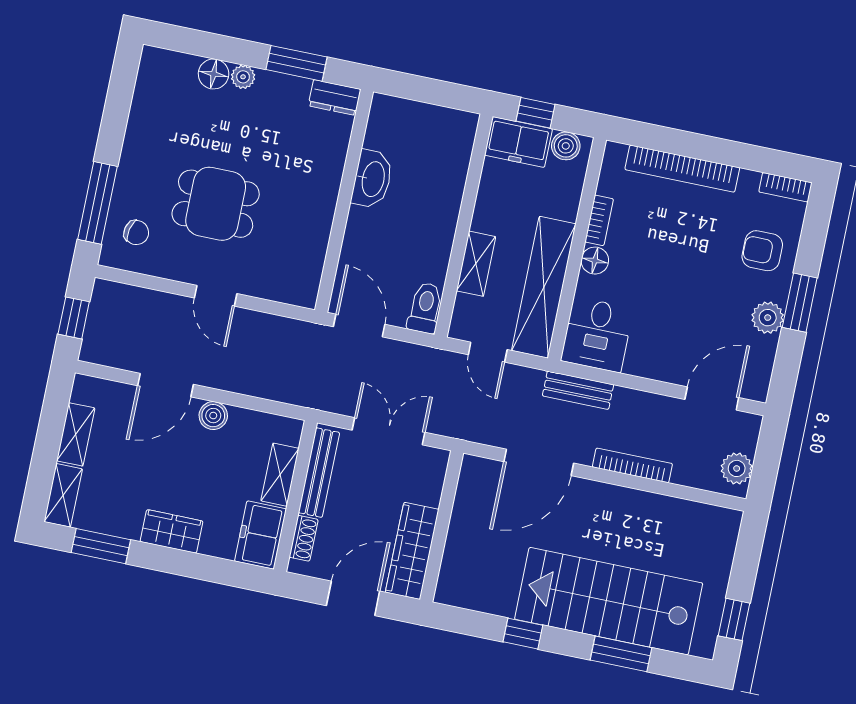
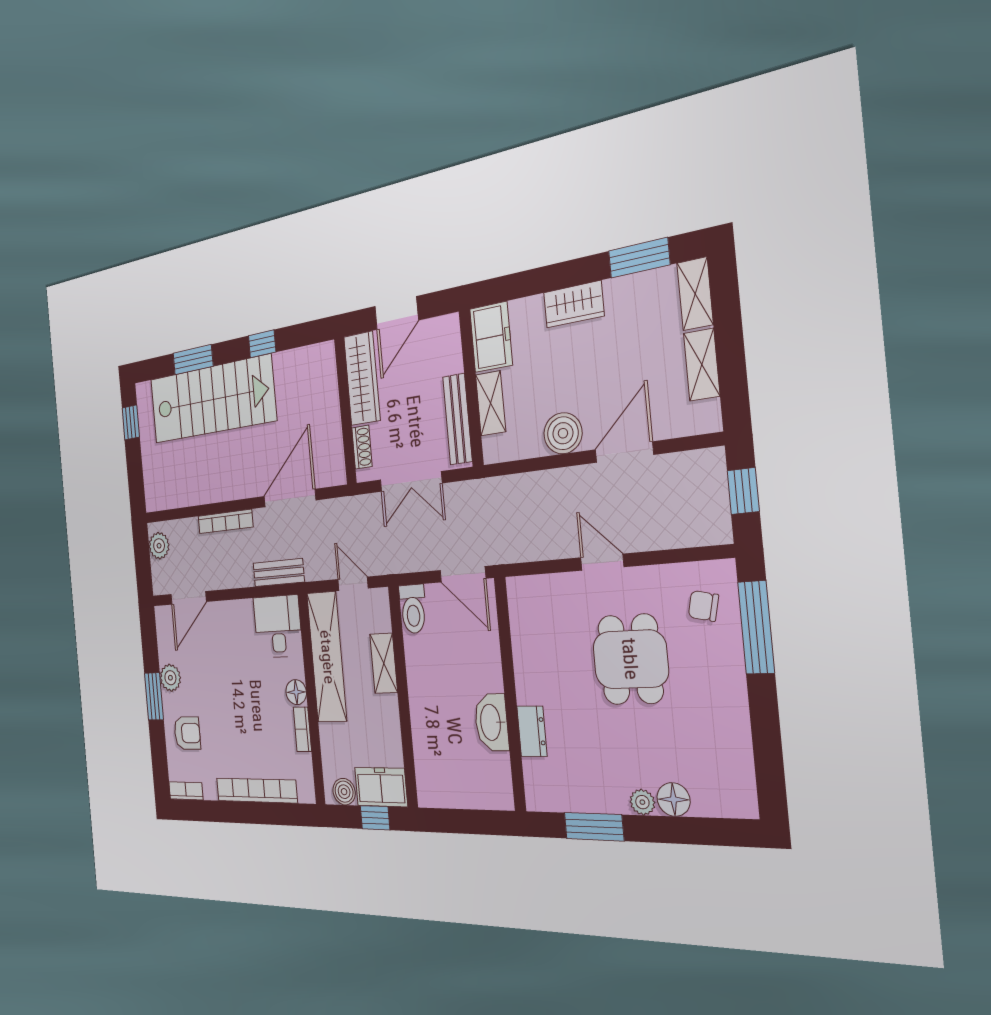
dresser: (335, 97) -> (532, 731), moved, turned 90
dining table: (216, 204) -> (630, 659), turned 90
boiler: (213, 416) -> (563, 433), width x1.36, depth x1.36
shoe rack: (304, 538) -> (362, 447), moved, turned 180

